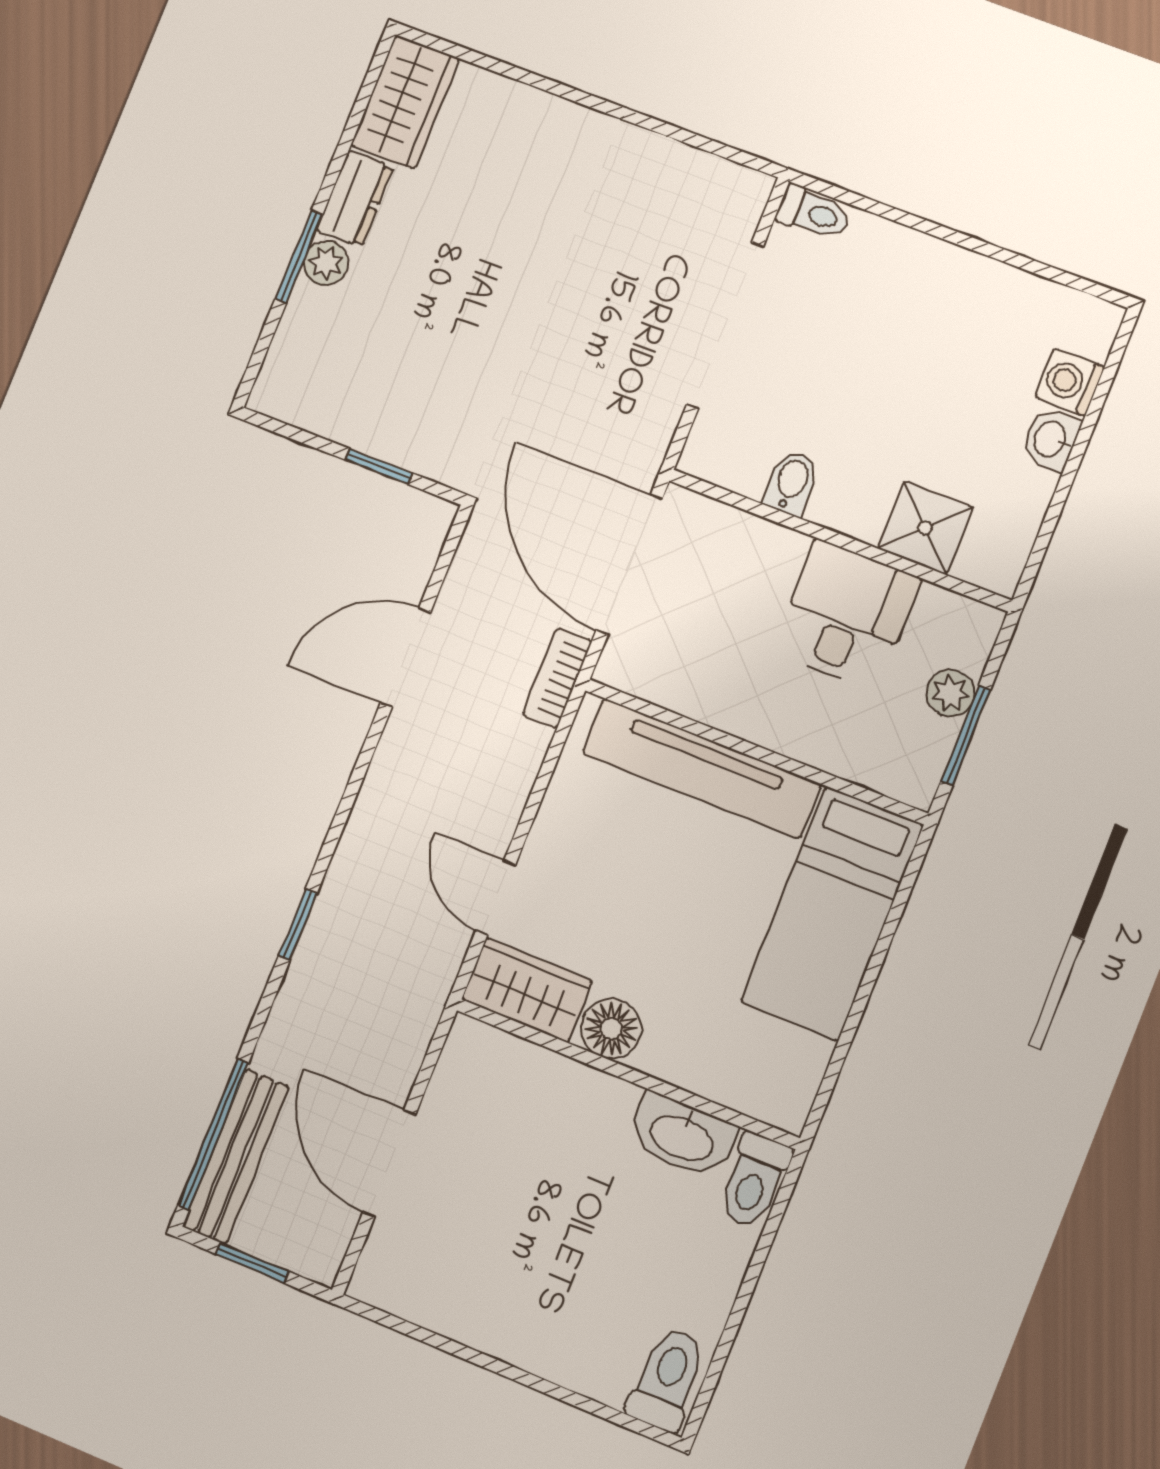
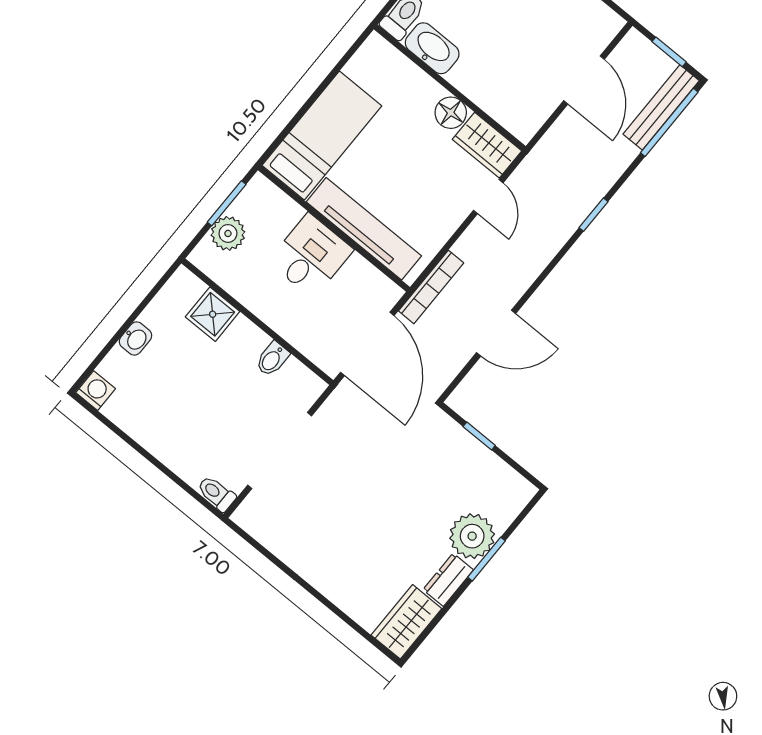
plant: (326, 263) -> (472, 536), width x1.88, depth x1.88
washing machine: (1070, 382) -> (96, 391), moved, turned -90
desk: (846, 615) -> (311, 256), moved, turned 180
bookcase: (557, 678) -> (431, 287), width x1.56
plant: (950, 693) -> (228, 233), width x1.38, depth x1.38

